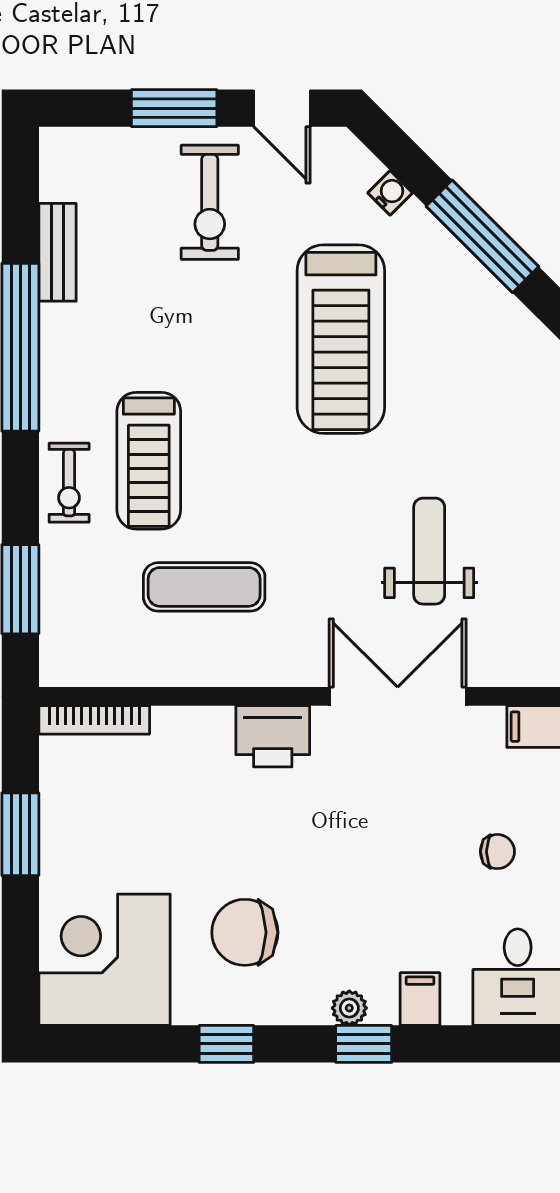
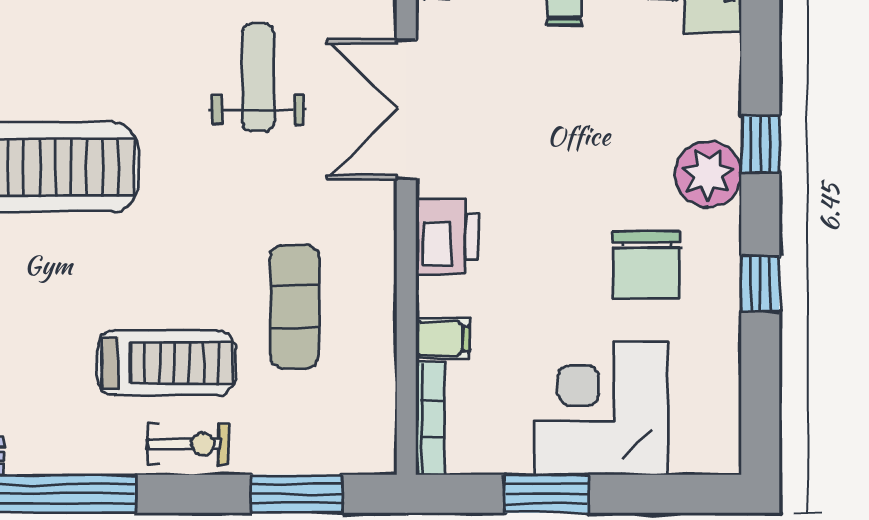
weight bench: (429, 551) -> (258, 77), turned 90
corner desk: (104, 960) -> (601, 408), moved, turned 90
filing cabinet: (420, 999) -> (442, 338), moved, turned 180
plant: (349, 1008) -> (708, 174), width x1.88, depth x1.88

